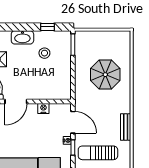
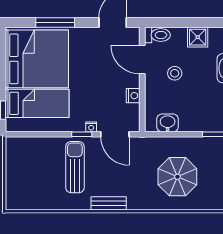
stool: (44, 53) -> (175, 73), moved
washbasin: (64, 82) -> (168, 123), added
door: (73, 122) -> (115, 134), hinge flipped

